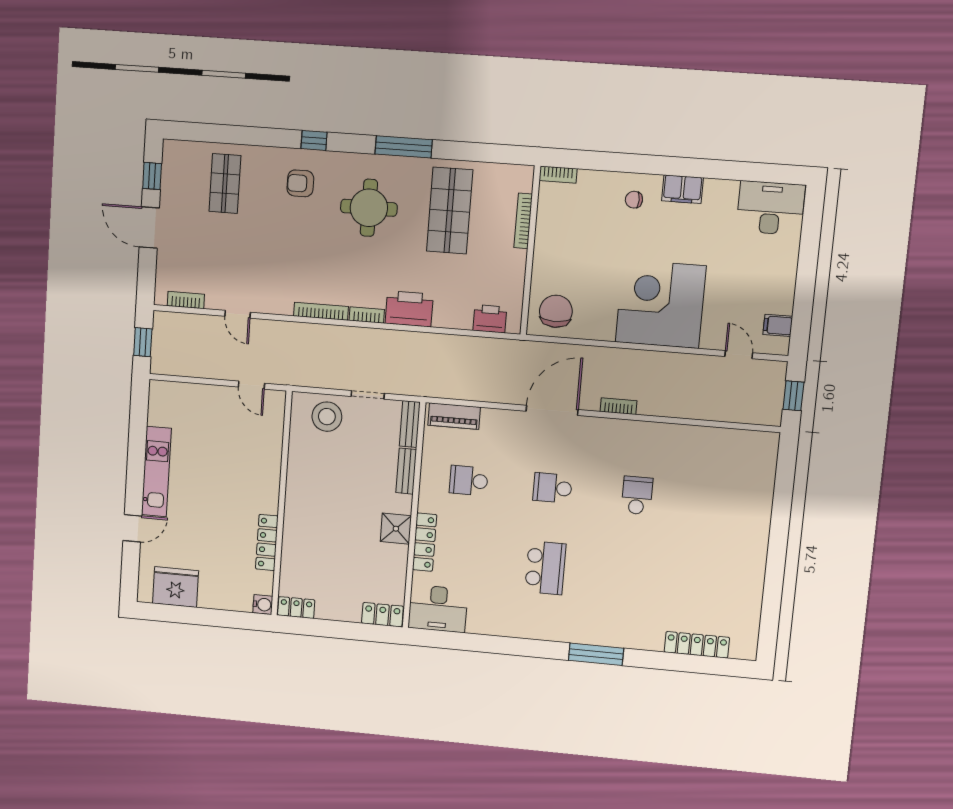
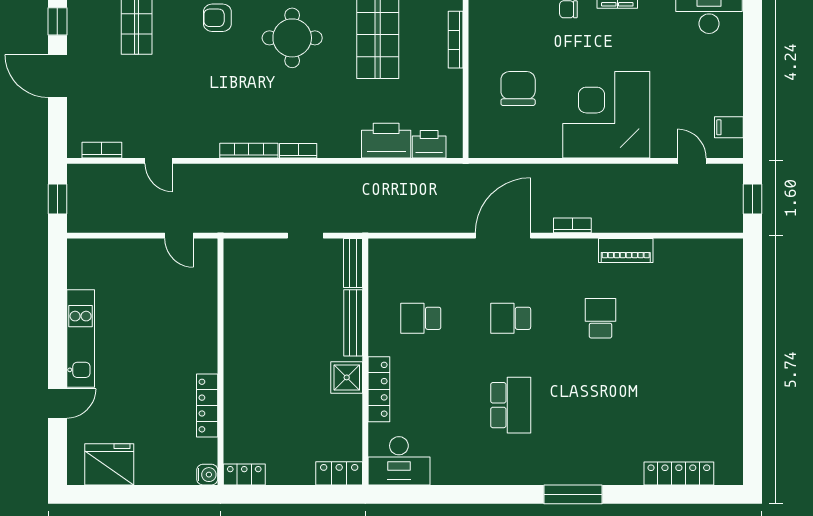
printer: (409, 309) -> (386, 141), moved
chair: (556, 311) -> (518, 89), moved
piano: (454, 416) -> (626, 251), moved
stool: (327, 417) -> (263, 263), removed
bench: (406, 471) -> (353, 323), width x1.36

